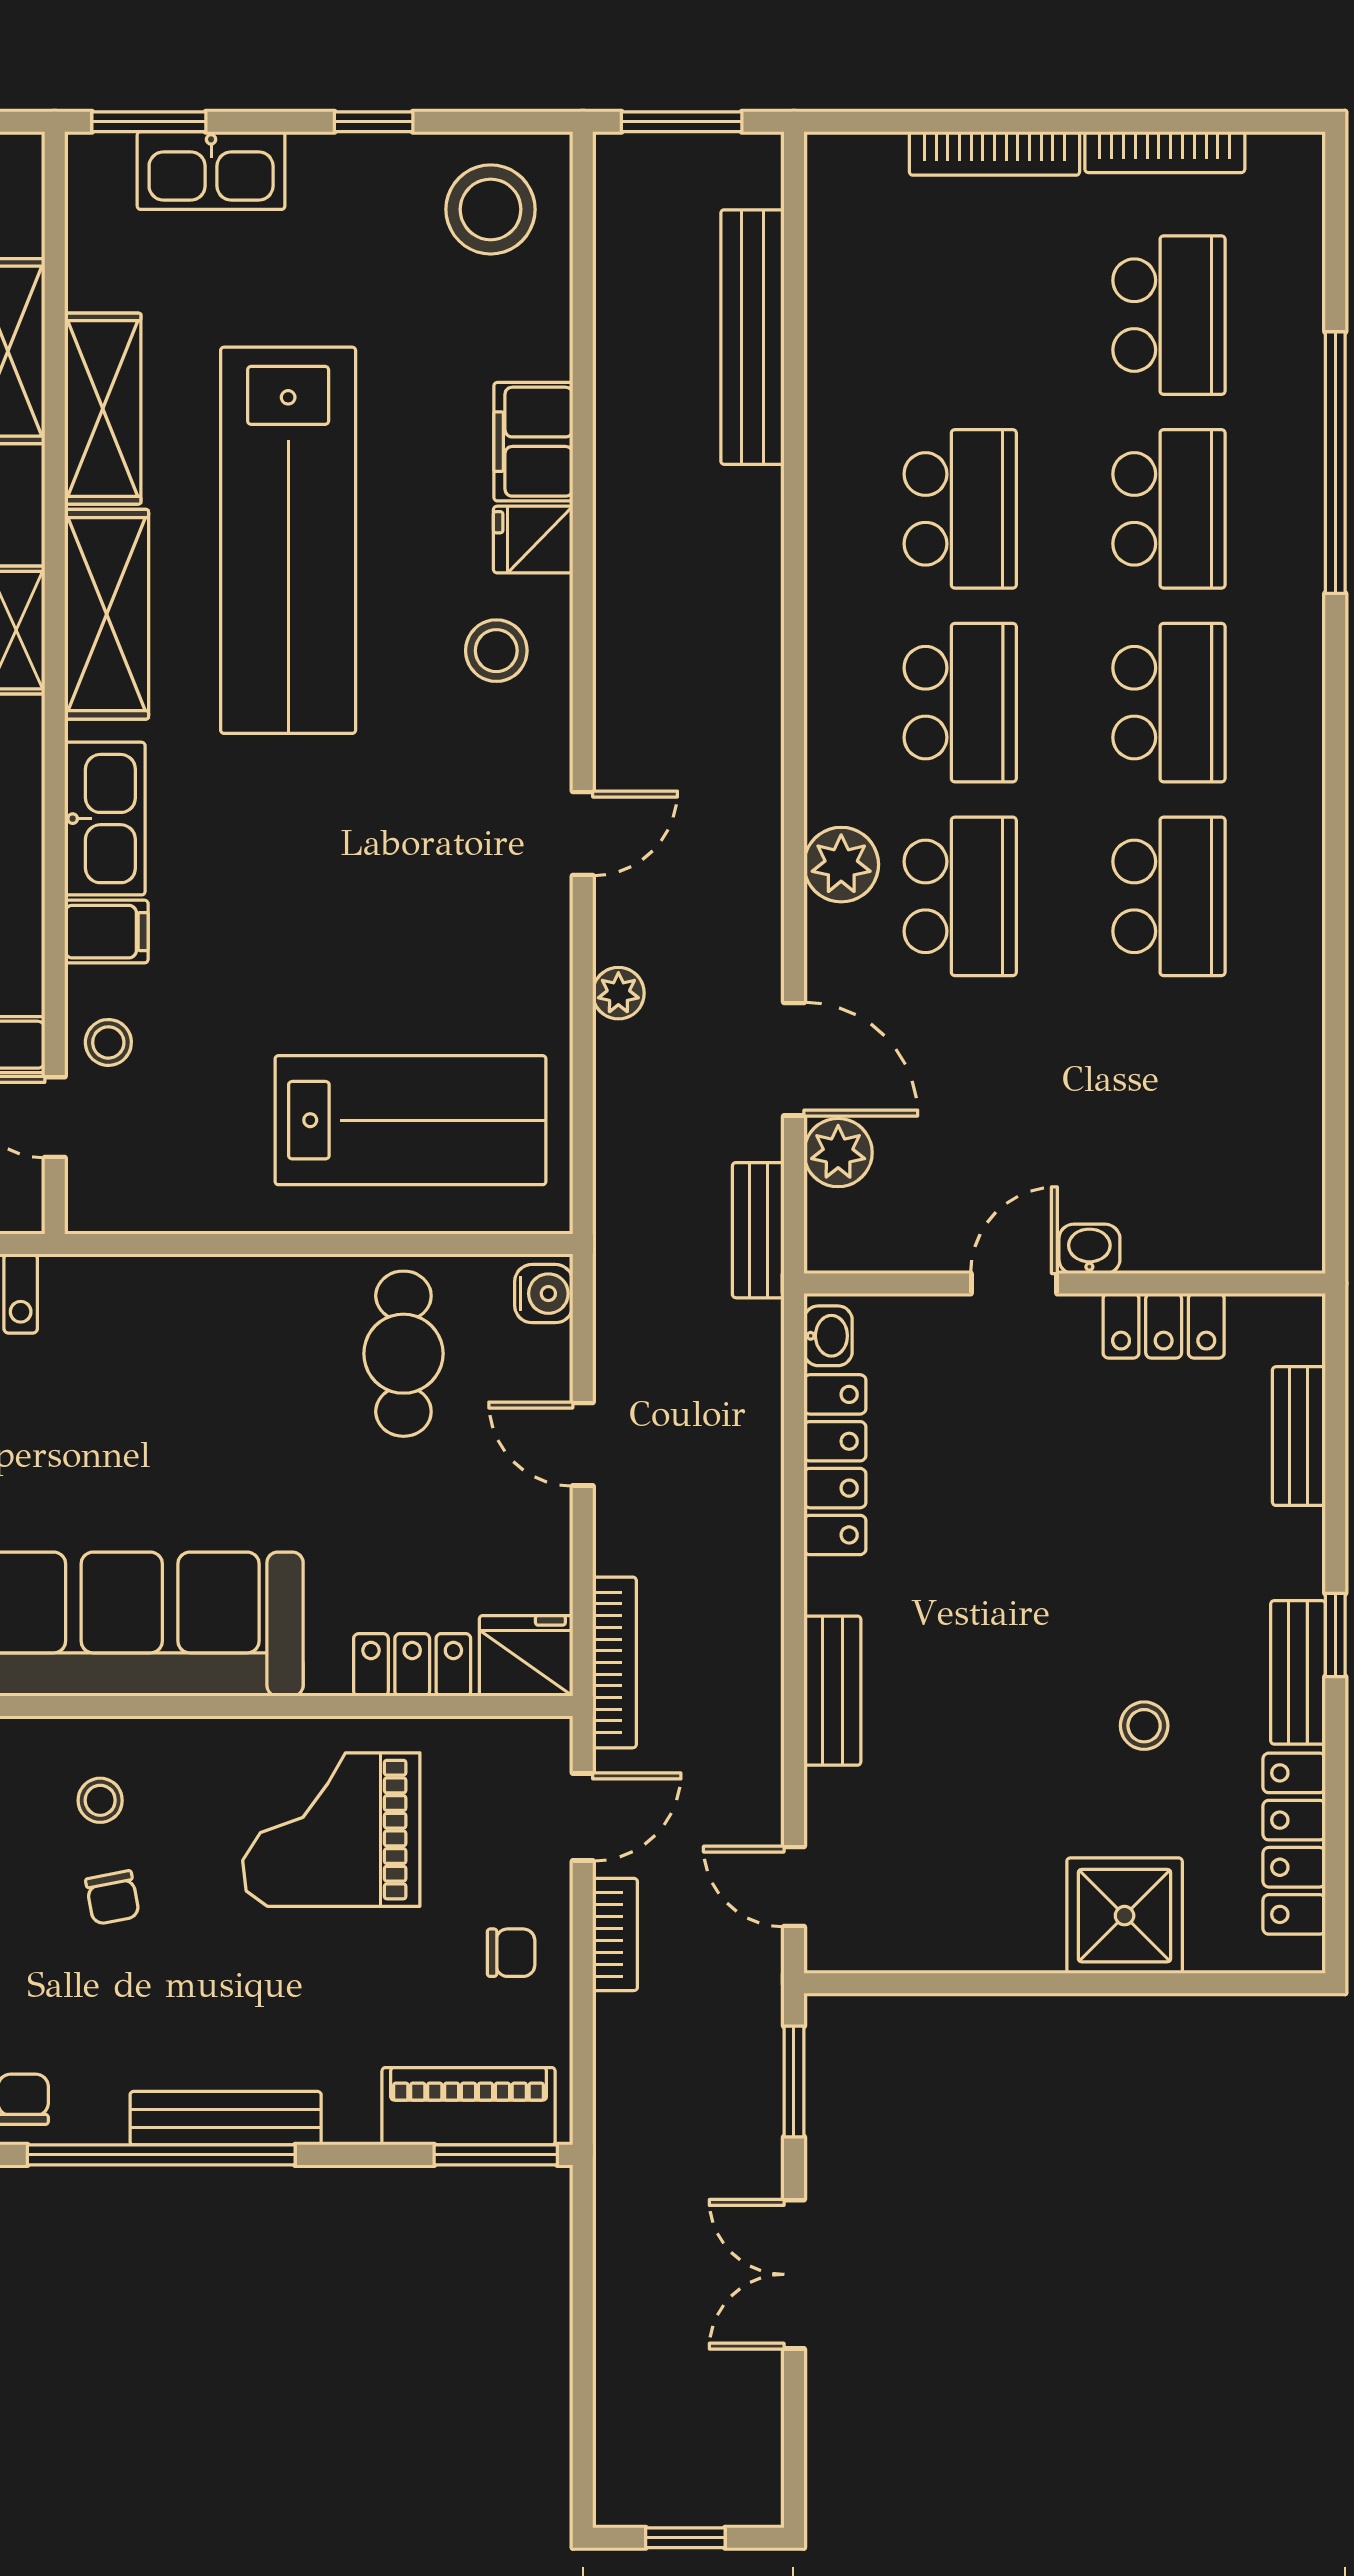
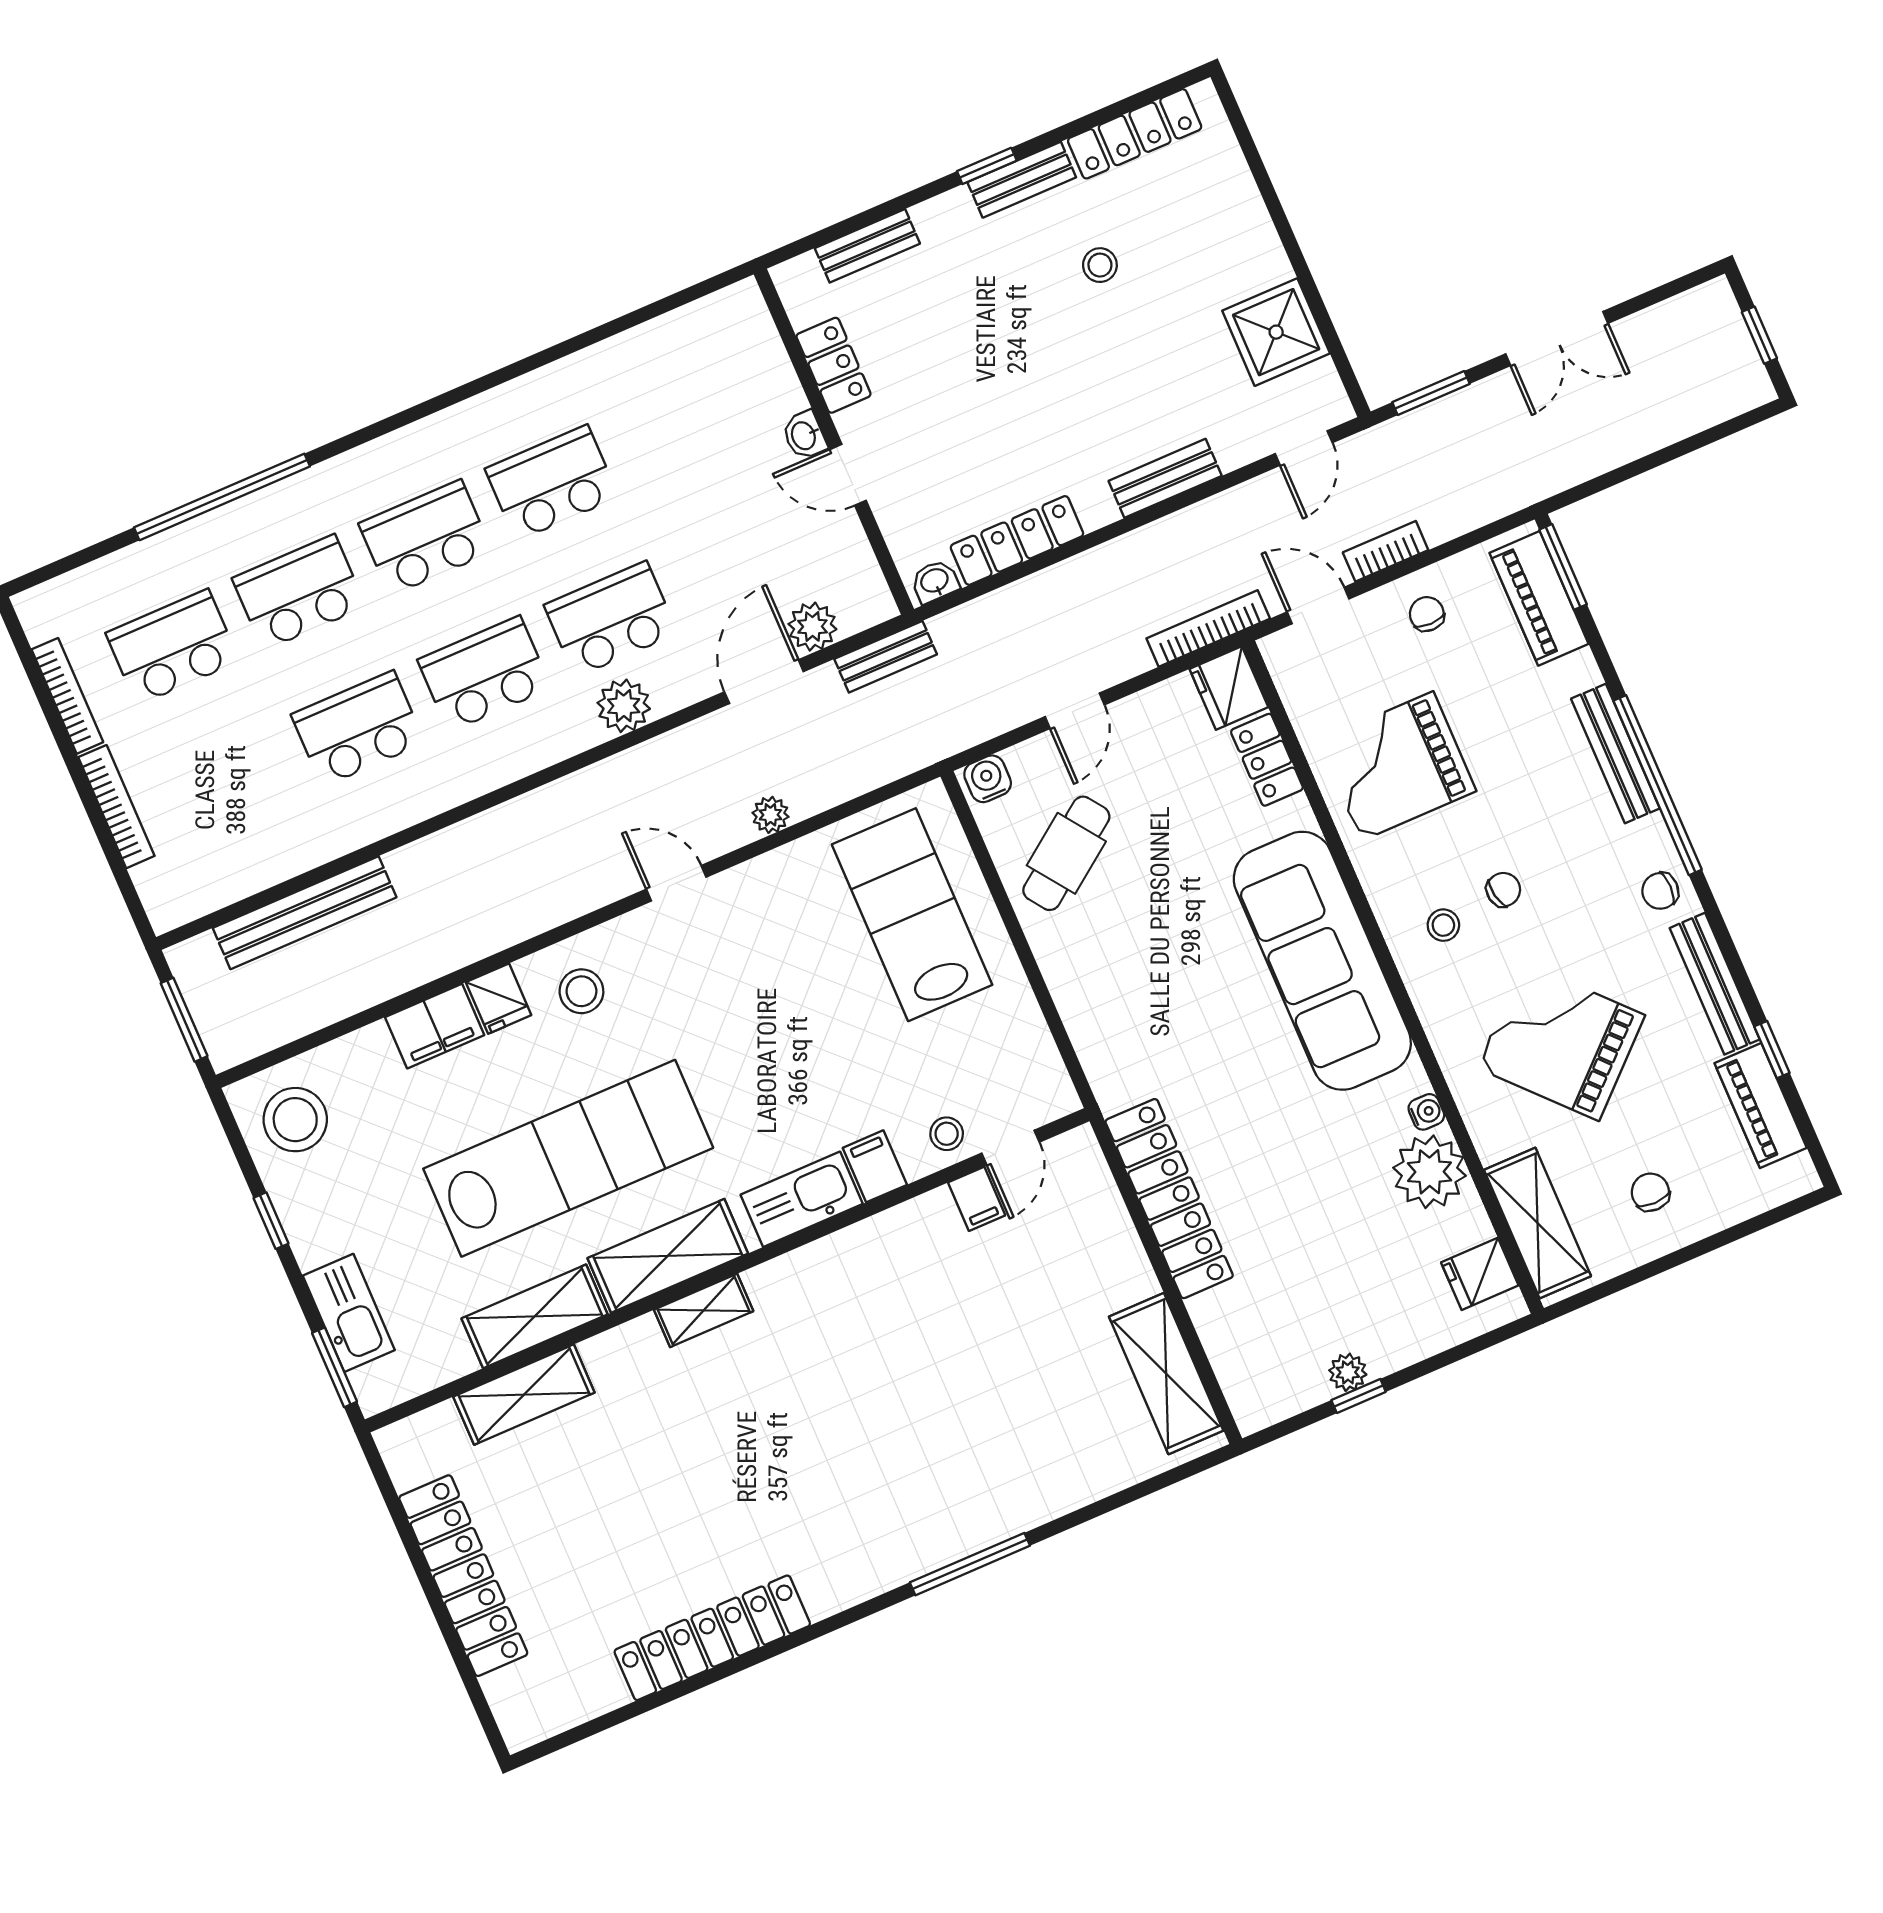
cafe table: (403, 1354) -> (1066, 853), turned -36
grand piano: (331, 1830) -> (1397, 766), turned 90
shower: (1125, 1916) -> (1276, 332), moved

